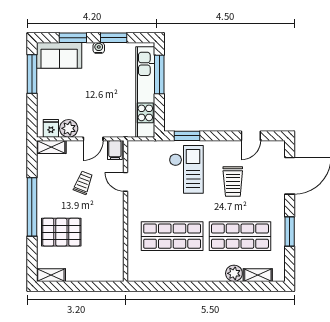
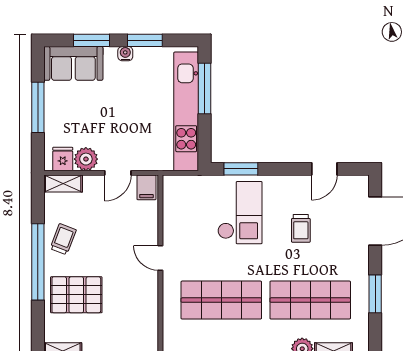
window: (32, 74) -> (38, 107), moved
trolley: (233, 181) -> (301, 228), width x0.73, depth x0.72
door: (126, 182) -> (160, 258), moved
trolley: (83, 183) -> (63, 239), moved

